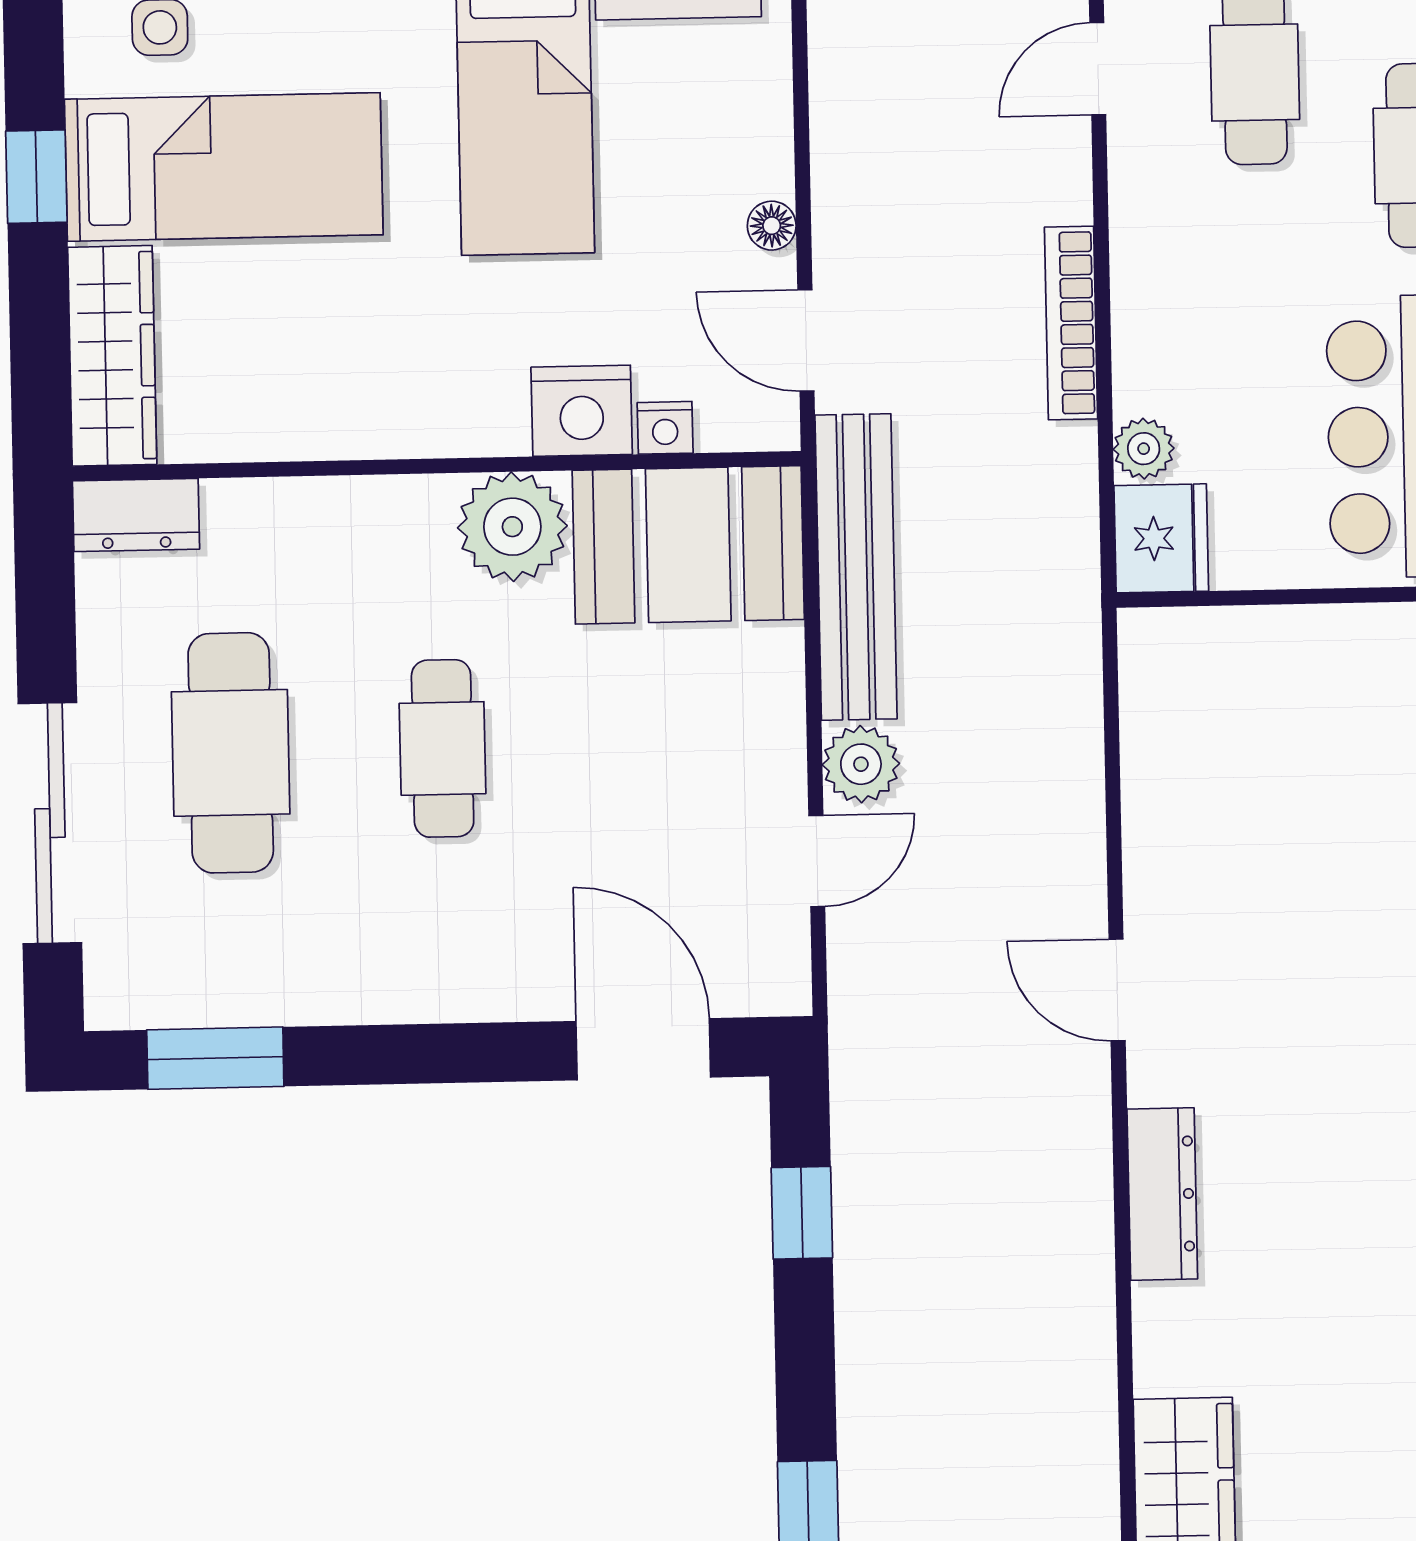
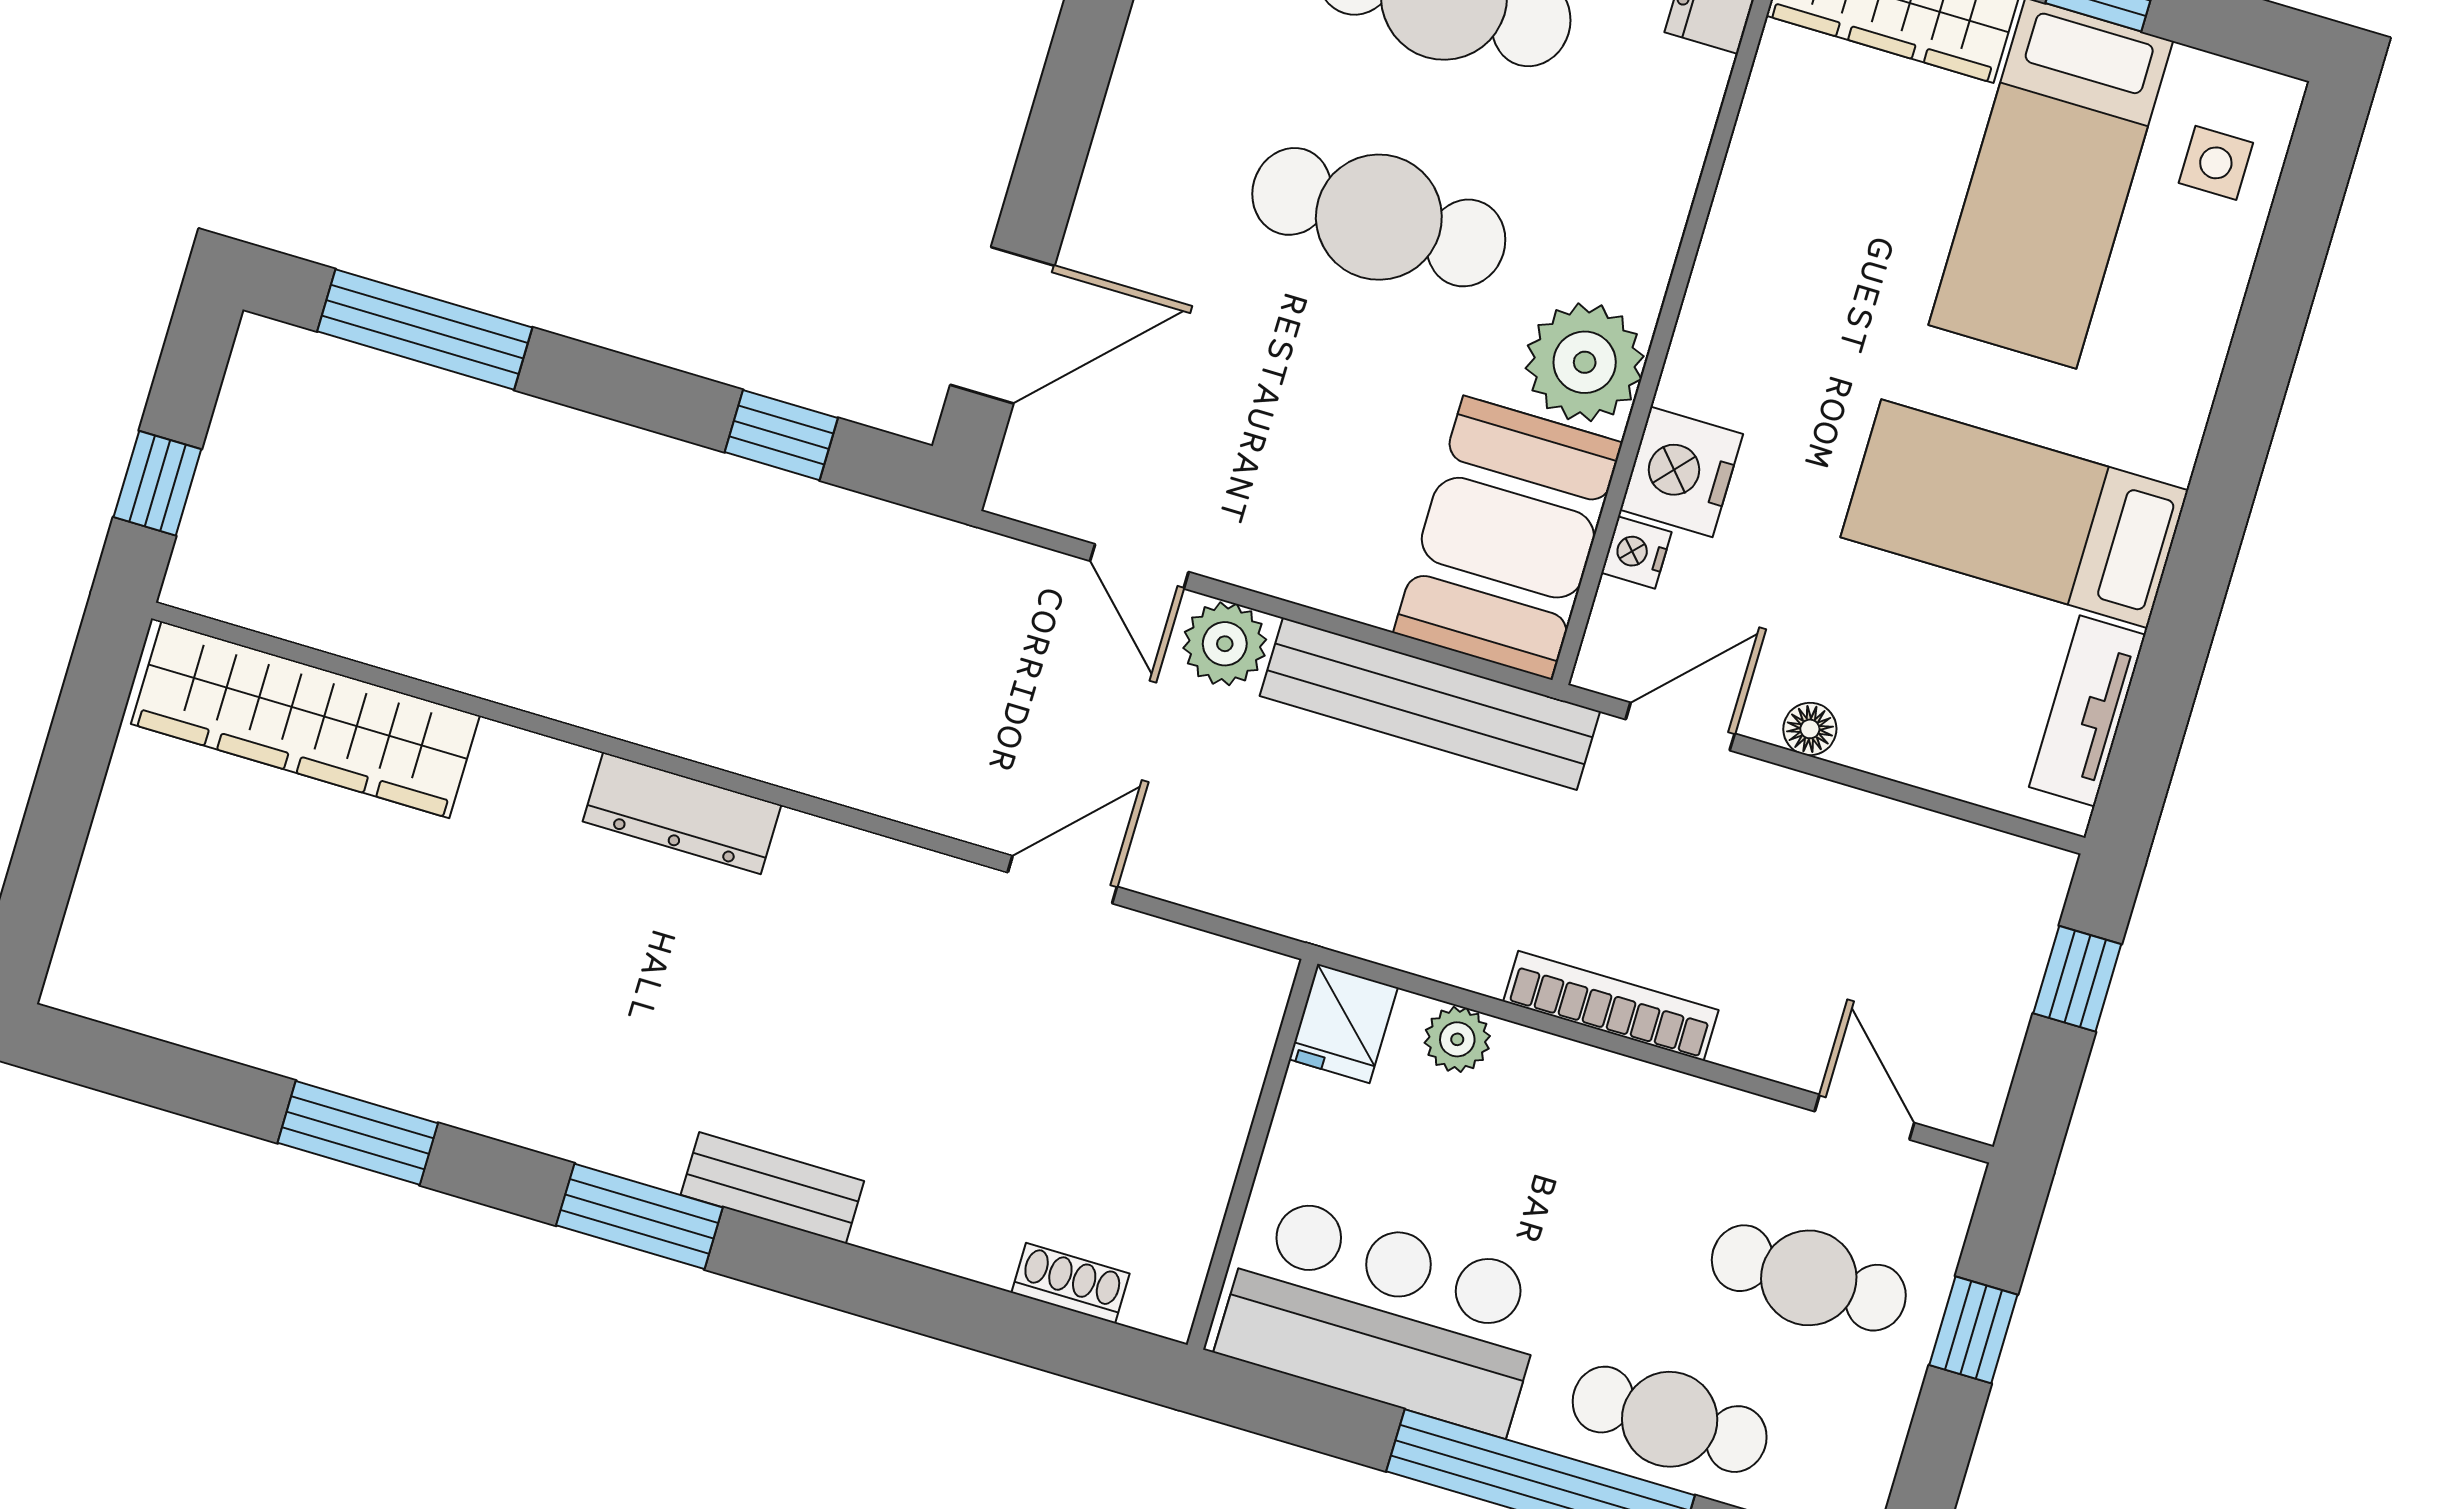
fridge: (1161, 538) -> (1343, 1023), width x0.72
cafe table: (443, 748) -> (1379, 217), width x1.37, depth x1.35
door: (1117, 990) -> (1062, 880), moved

